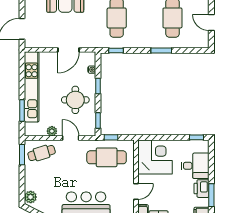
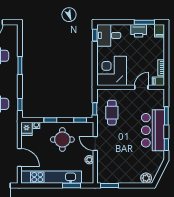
door: (69, 50) -> (19, 158), moved
fridge: (88, 58) -> (27, 129), added
door: (71, 138) -> (95, 143), hinge flipped
cafe table: (42, 153) -> (108, 169), removed
cafe table: (107, 157) -> (112, 113), width x0.73, depth x0.74
desk: (195, 166) -> (109, 35), moved, turned -90
door: (136, 192) -> (141, 87), hinge flipped

